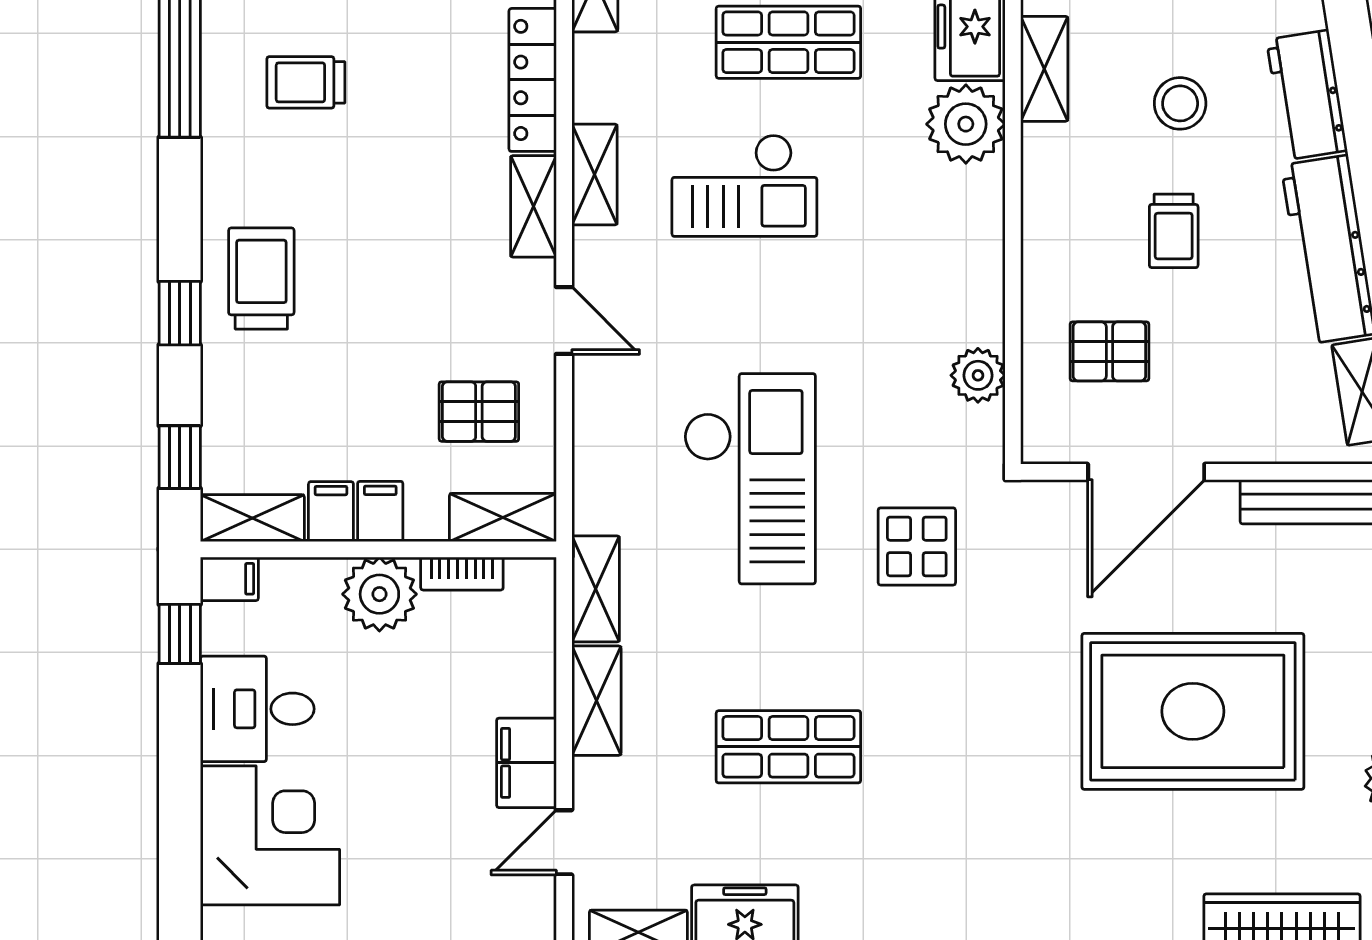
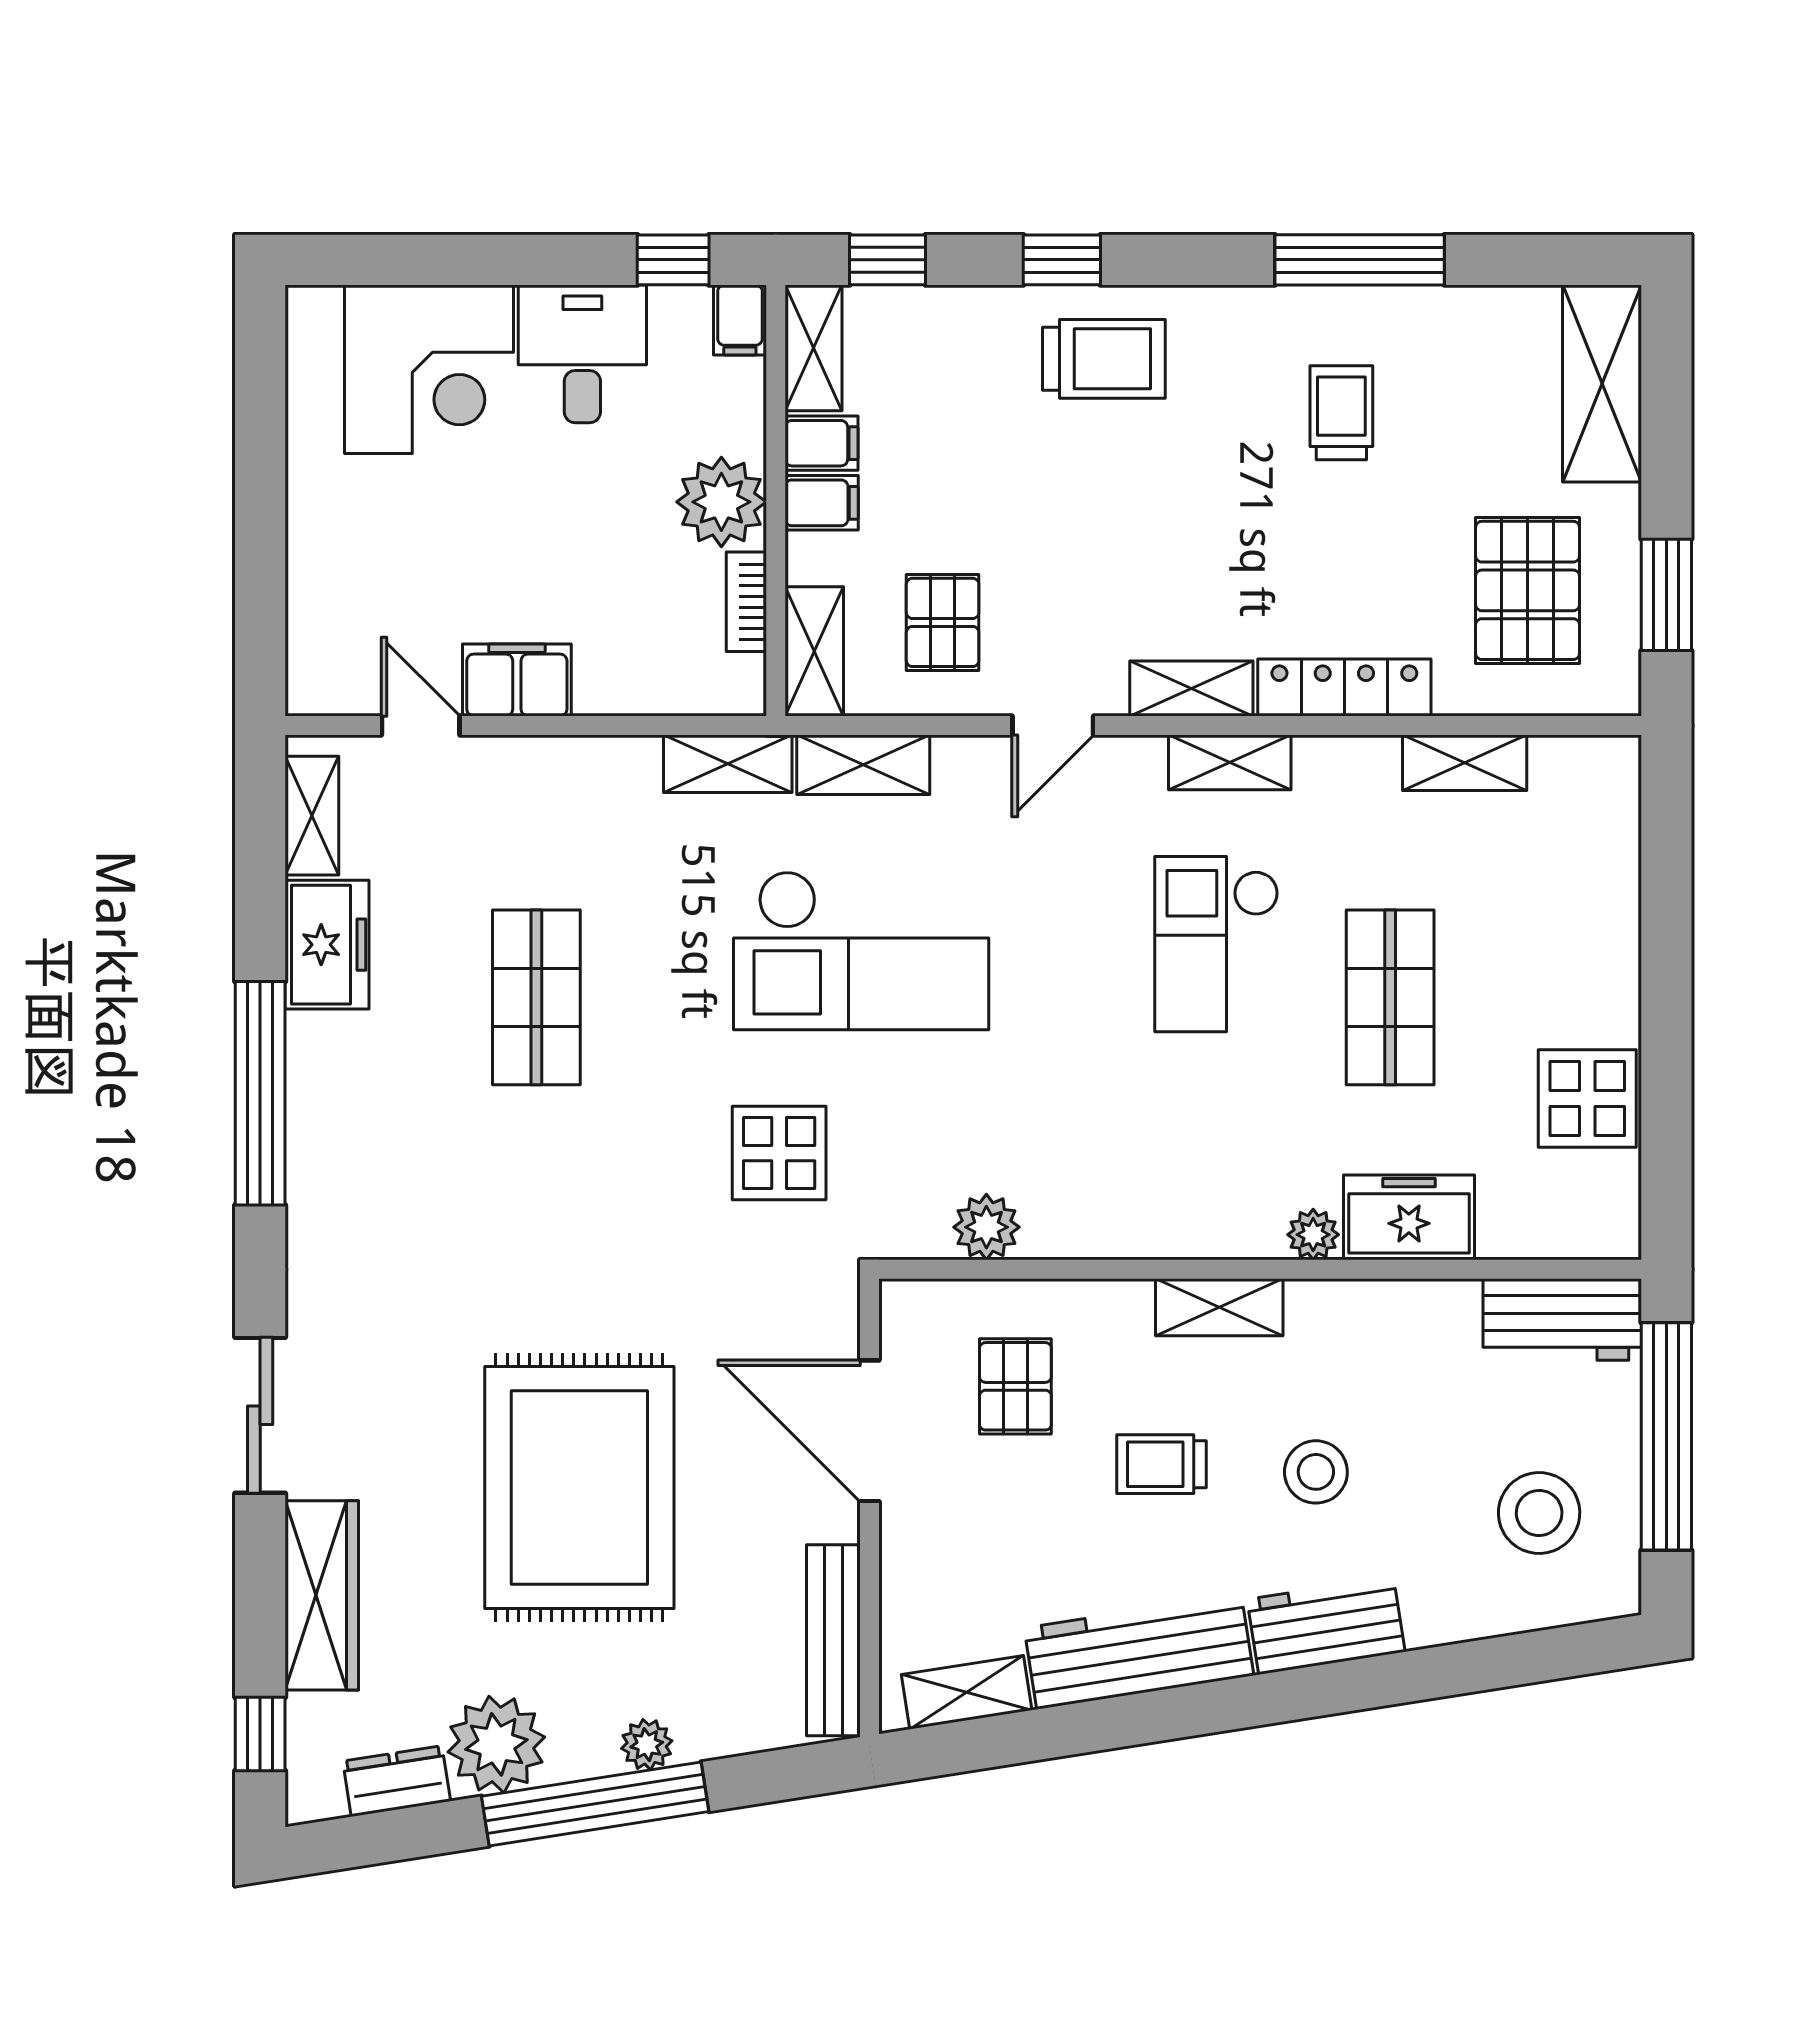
shelving: (1044, 69) -> (1219, 1307), moved
plant: (966, 124) -> (1313, 1235), width x0.53, depth x0.53
shelving: (596, 701) -> (863, 765), moved

